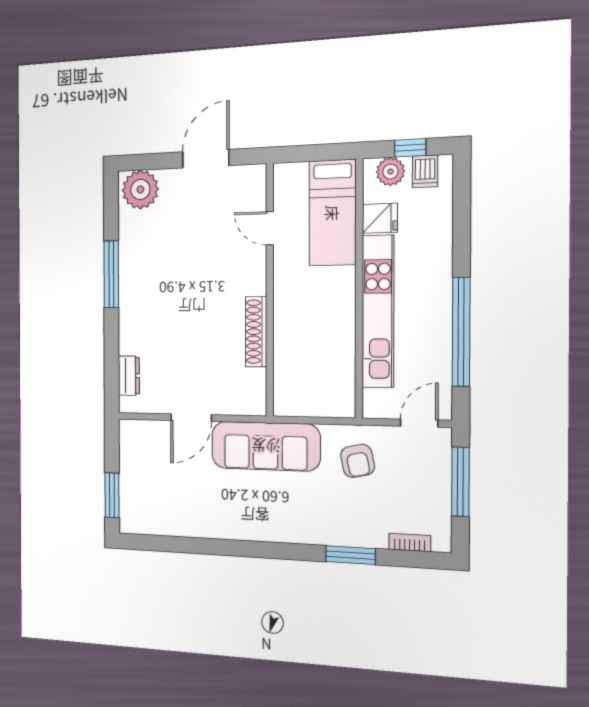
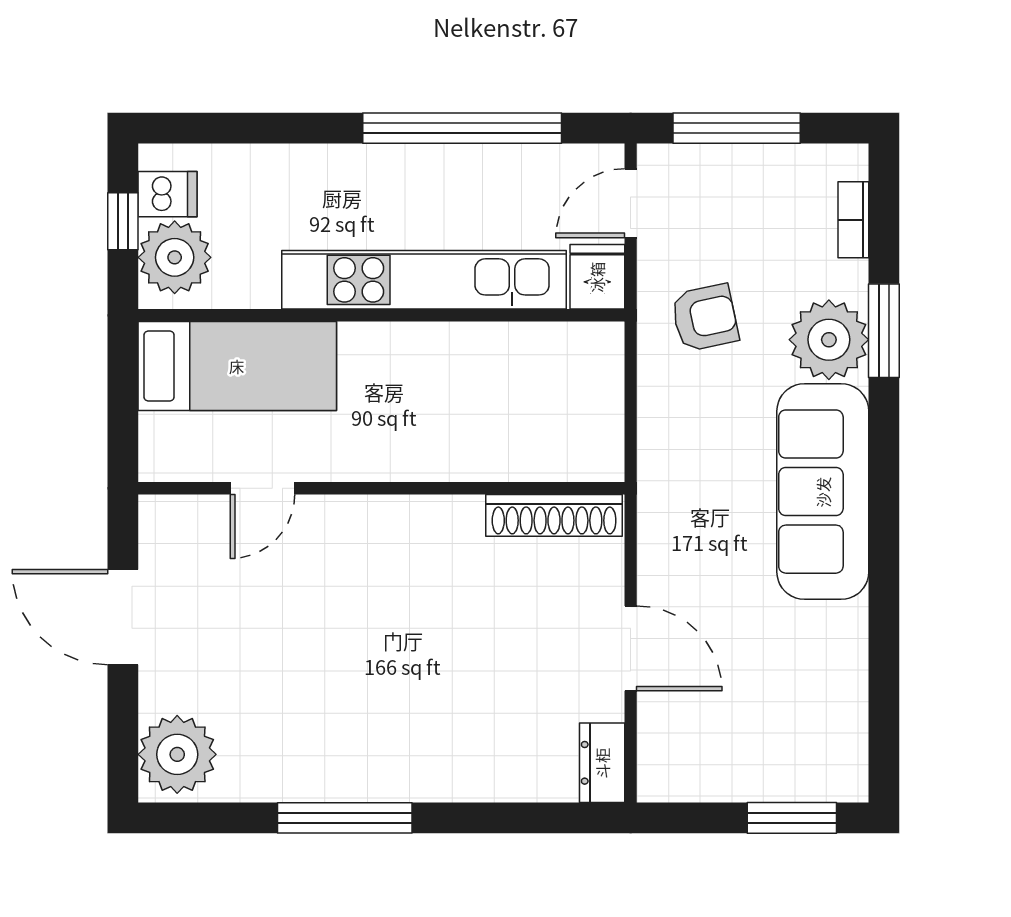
plant: (390, 172) -> (175, 257), width x1.36, depth x1.36
fridge: (380, 218) -> (597, 277), moved
shoe rack: (256, 332) -> (554, 515), moved
dresser: (129, 376) -> (602, 763), moved, turned -90
door: (419, 423) -> (631, 203), hinge flipped
sofa: (266, 446) -> (823, 492), moved, turned 180
plant: (346, 526) -> (829, 340), added

